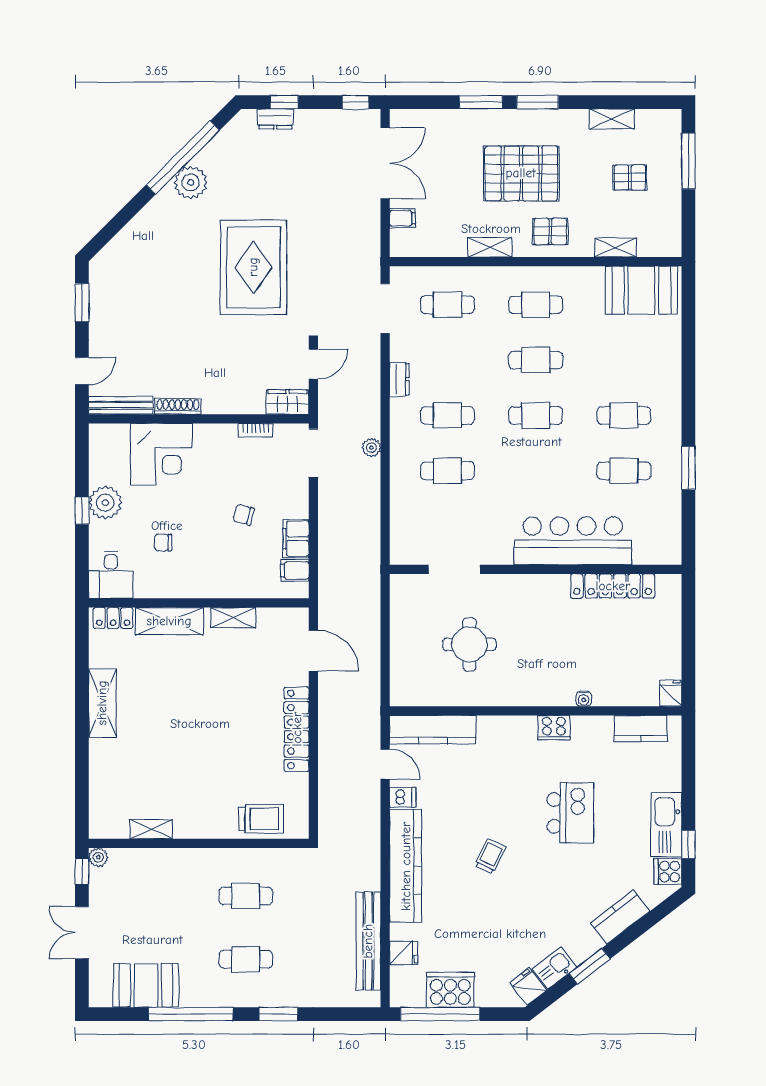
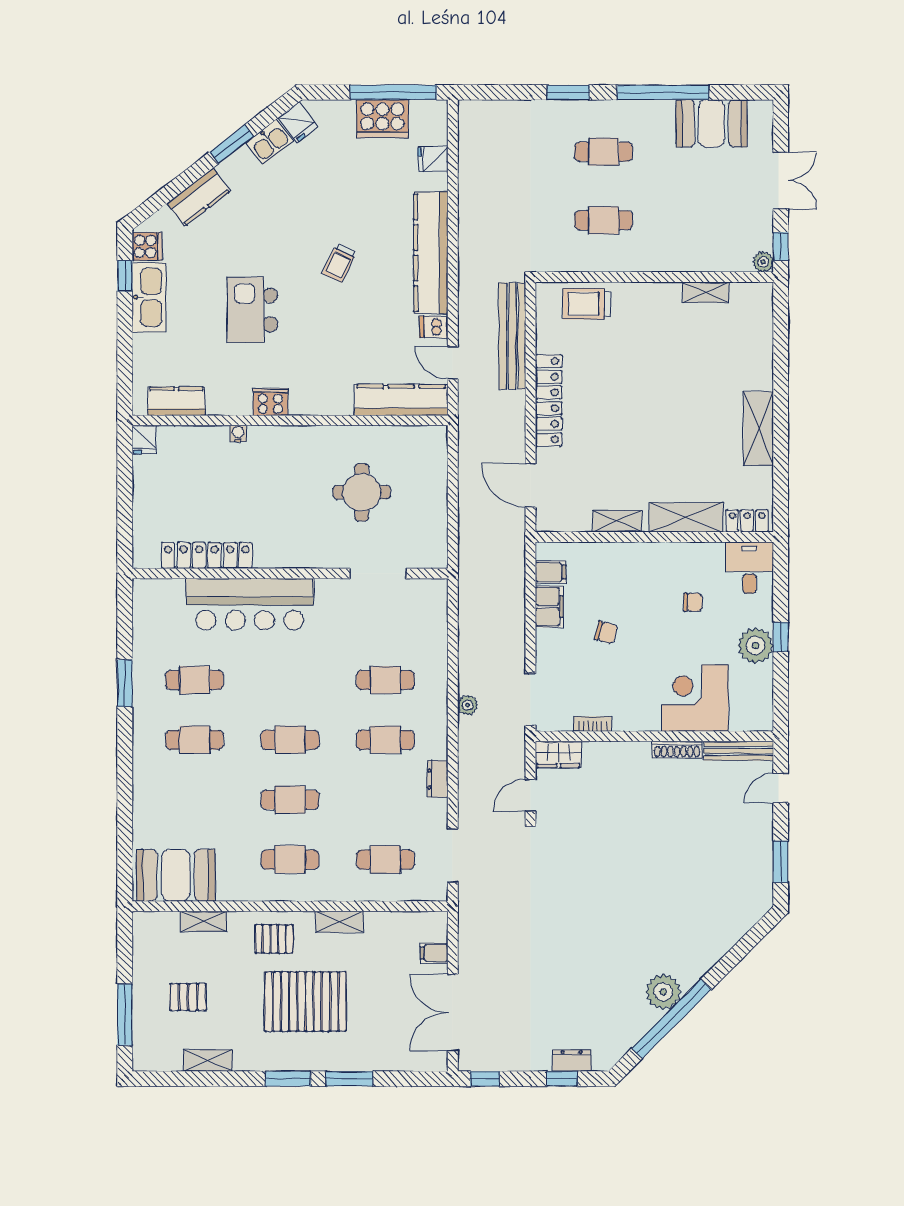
rug: (253, 267) -> (595, 900), removed
bench: (368, 941) -> (512, 336), moved

